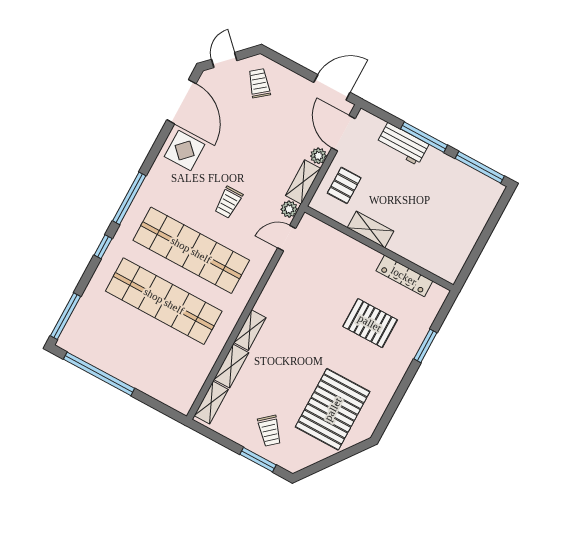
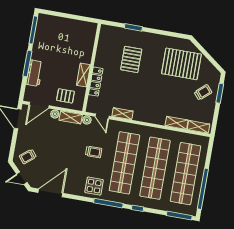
display table: (185, 150) -> (94, 186), moved
locker: (404, 276) -> (96, 82), moved
shelving: (250, 330) -> (122, 114), moved
shop shelf: (136, 352) -> (185, 174), added

